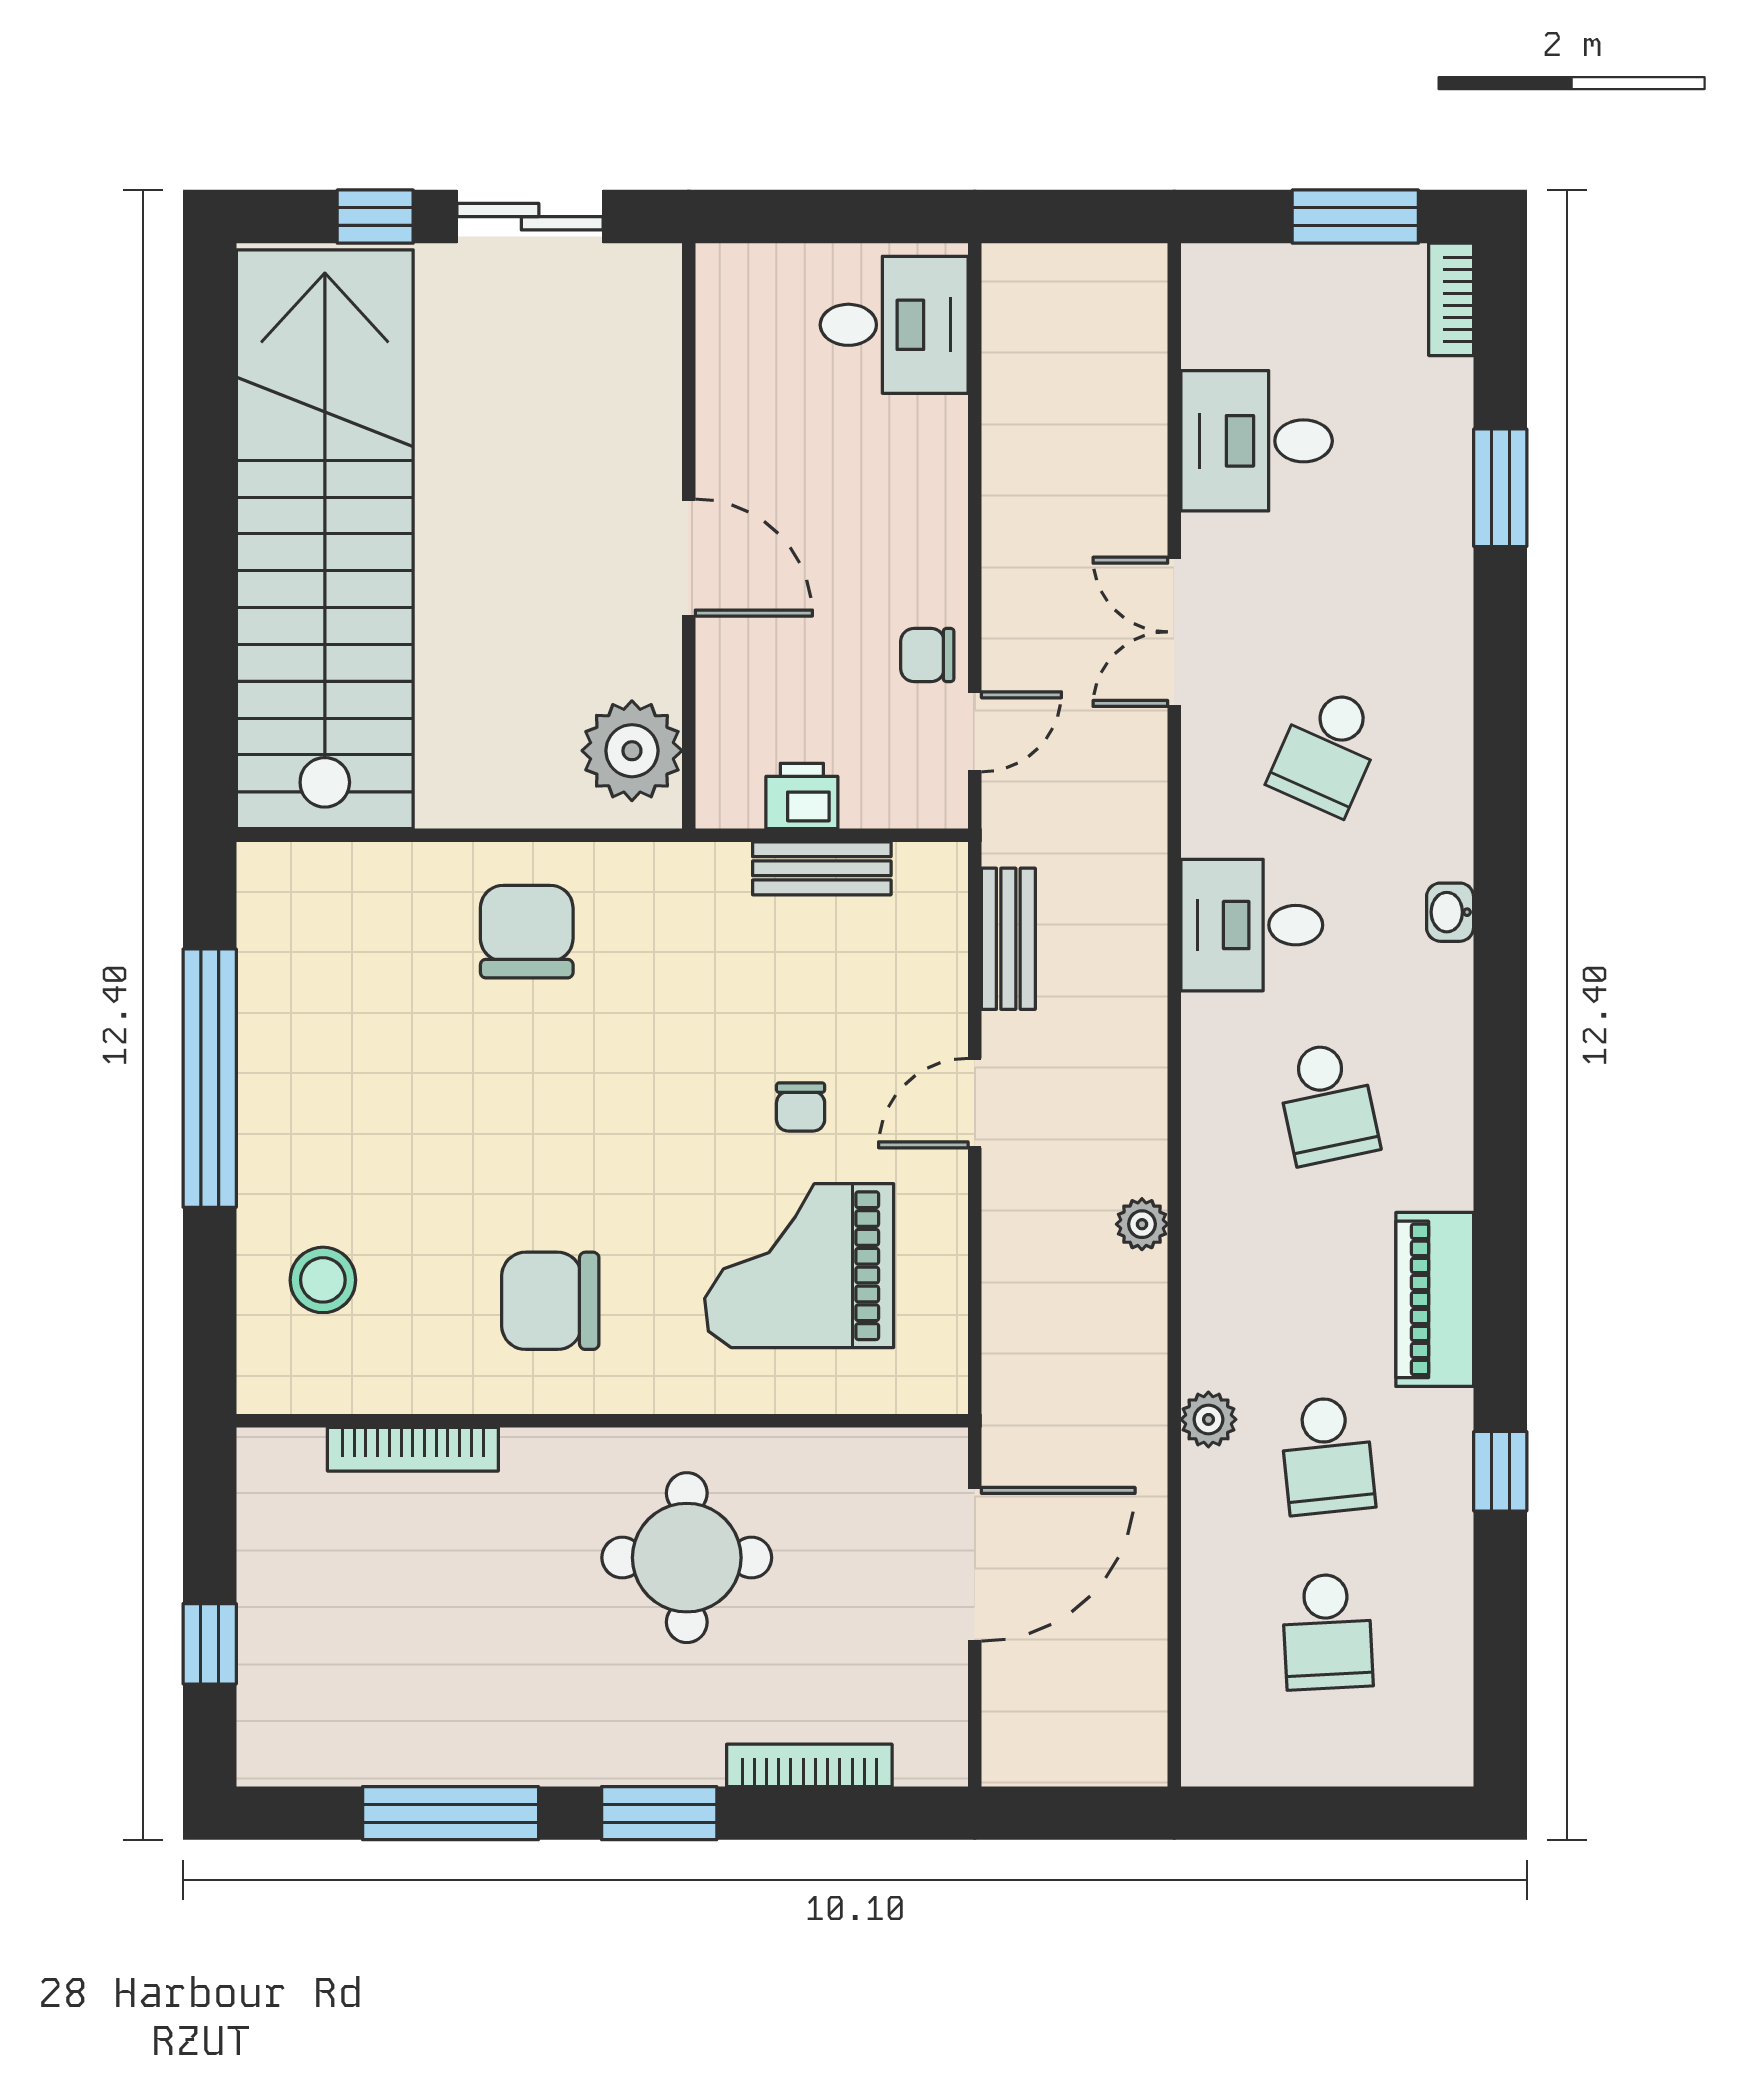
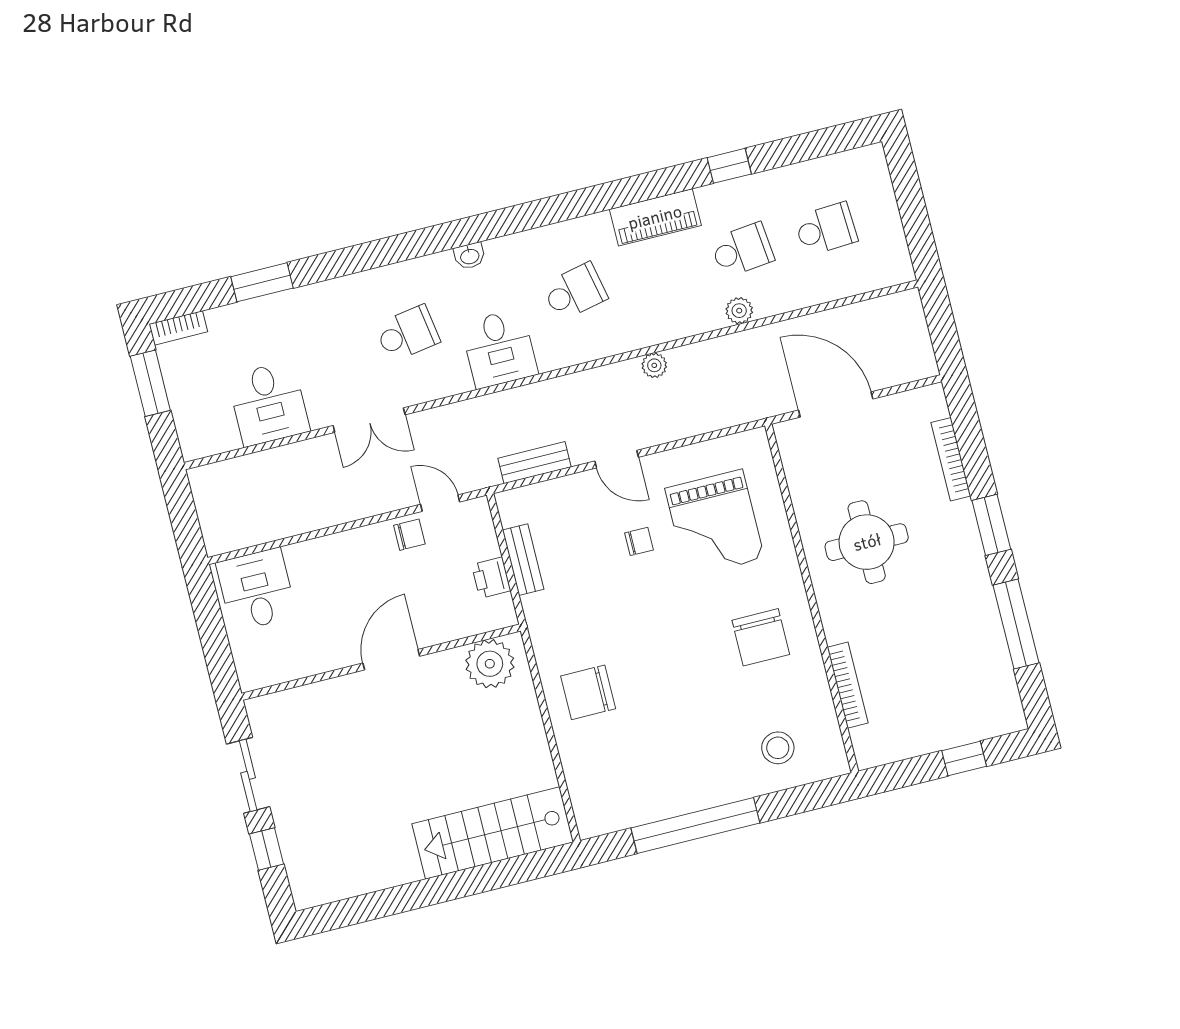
stairs: (325, 539) -> (493, 833), width x0.54, depth x0.66
chair: (927, 655) -> (409, 535), turned -90
school desk: (1327, 751) -> (407, 333), turned -33

